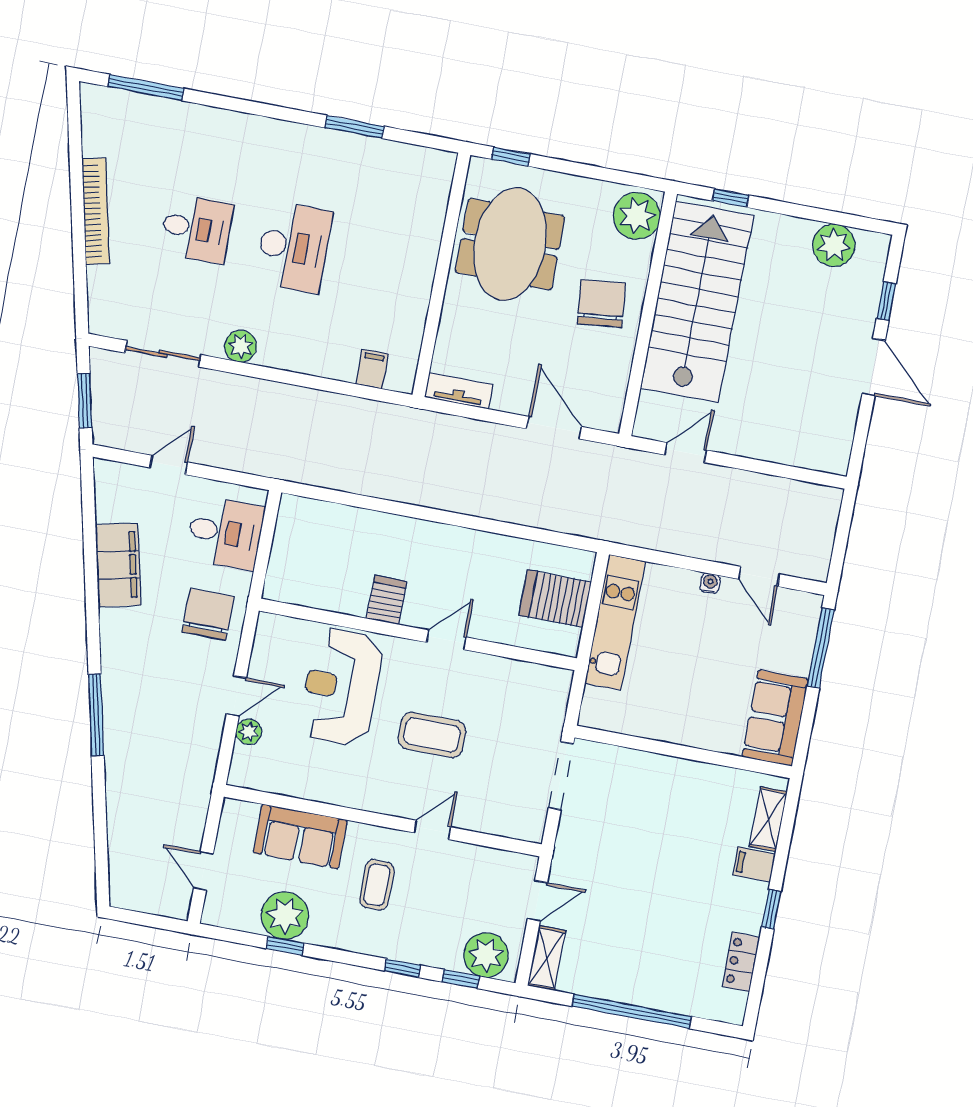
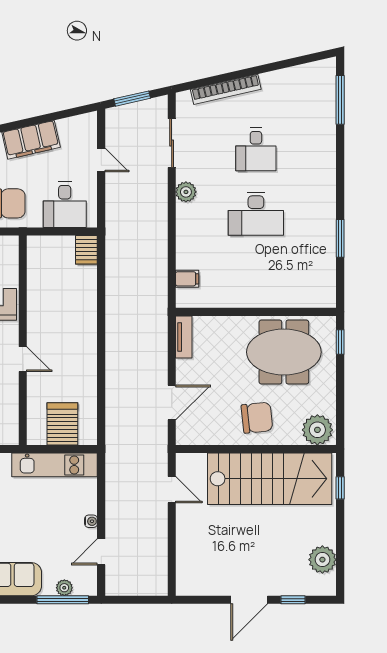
bookcase: (96, 211) -> (226, 89), moved
server rack: (387, 600) -> (86, 250), moved, turned 90
plant: (803, 642) -> (64, 588), added

